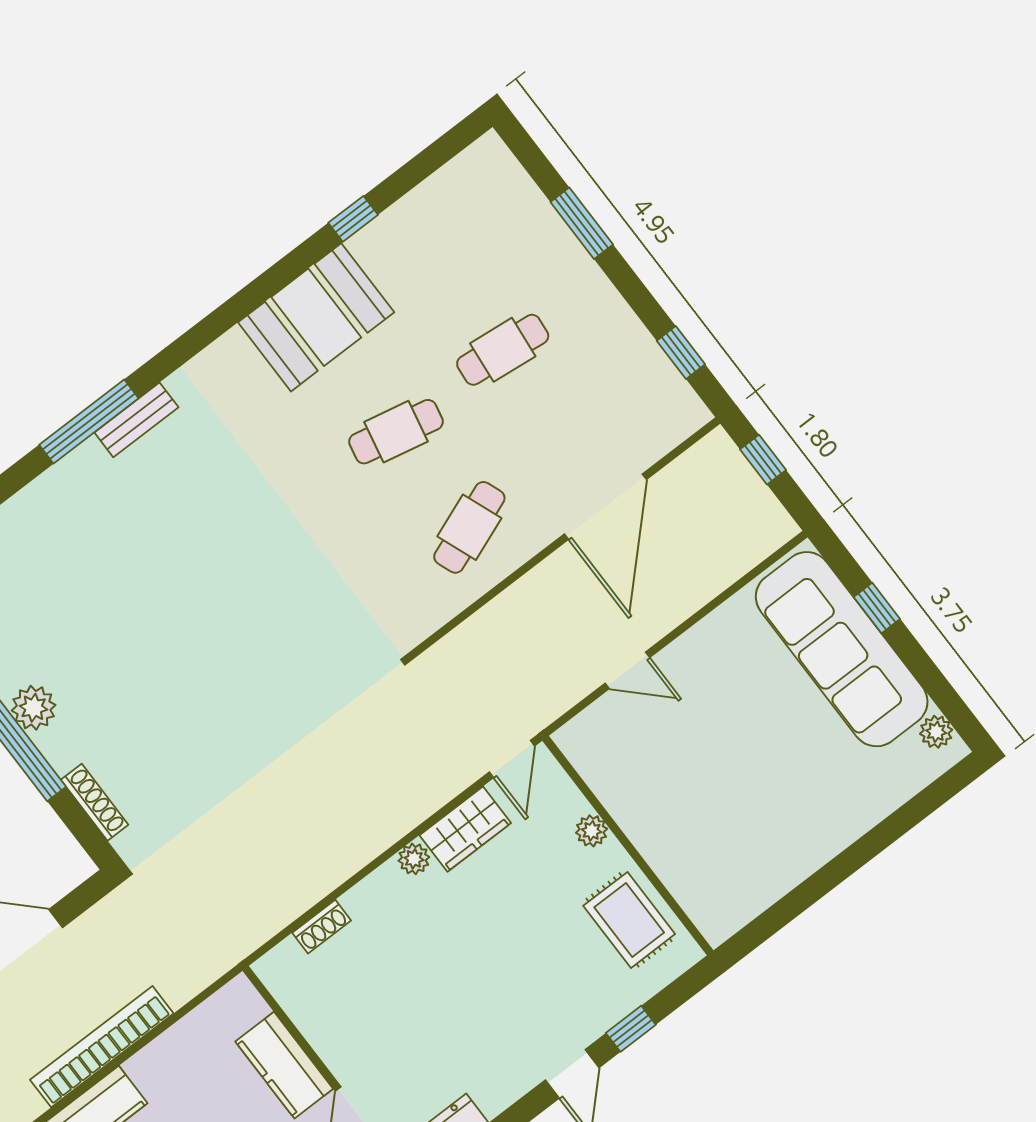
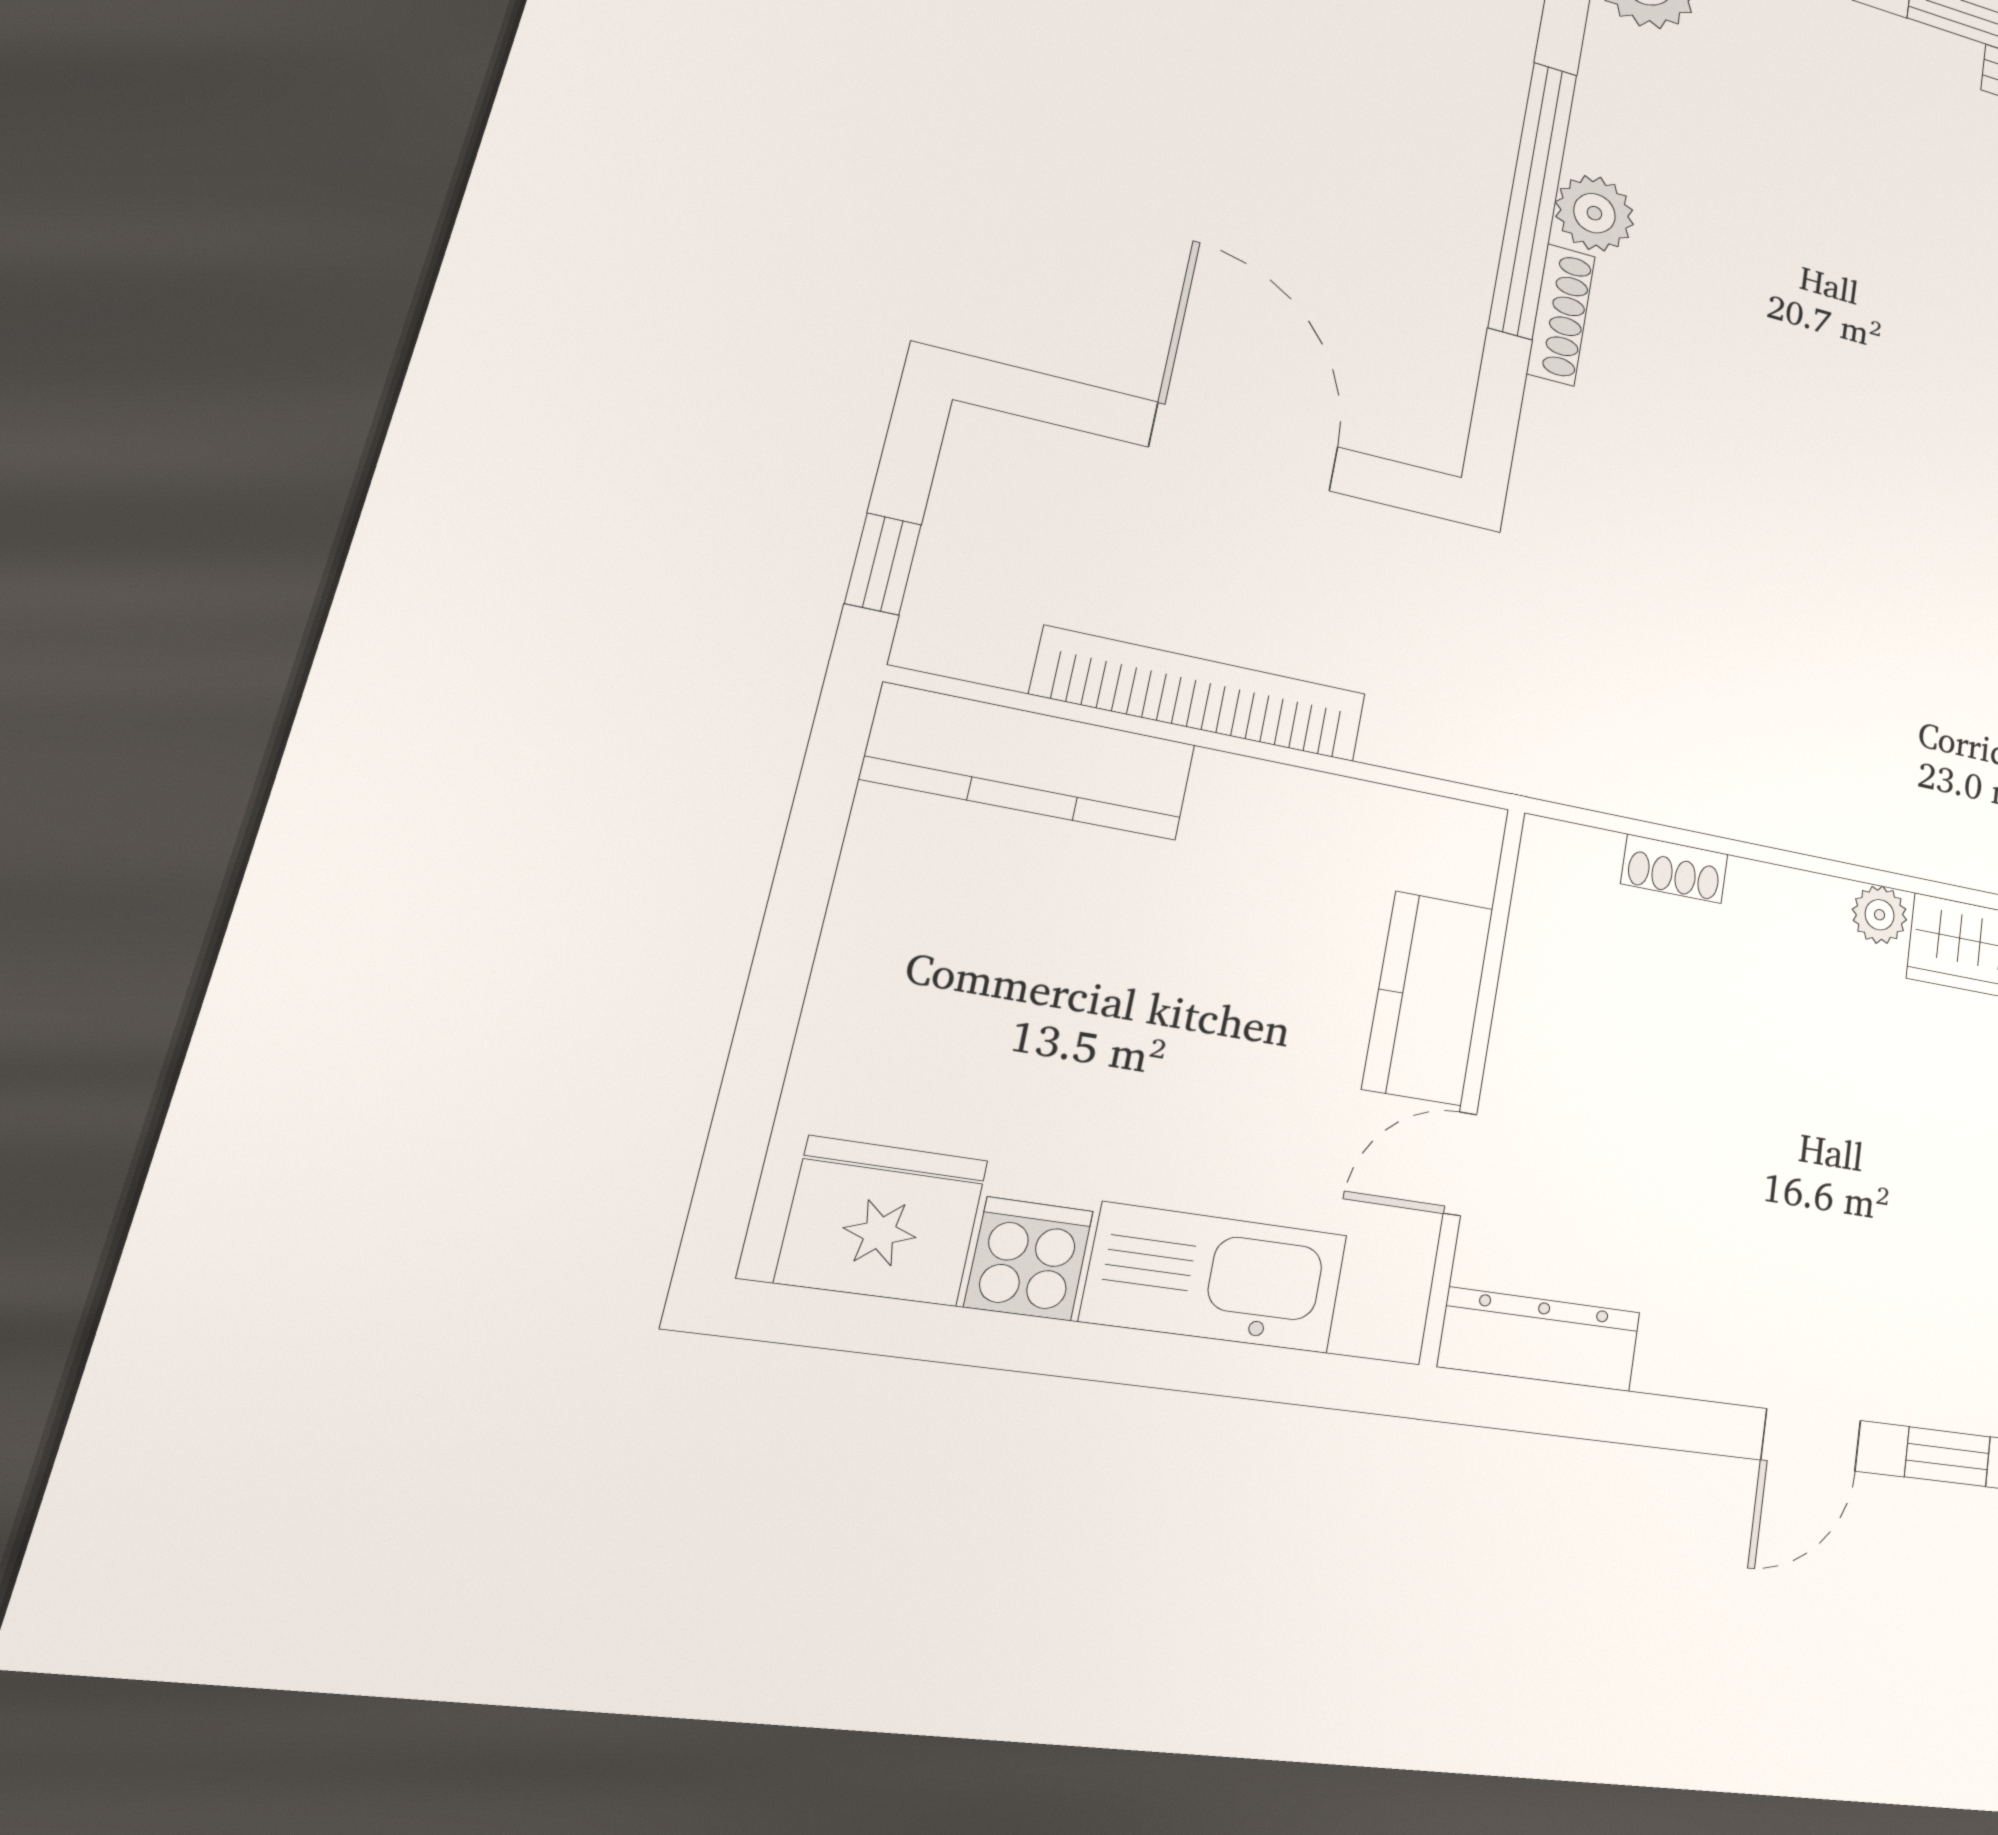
shoe rack: (95, 802) -> (1561, 315), moved

